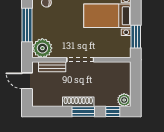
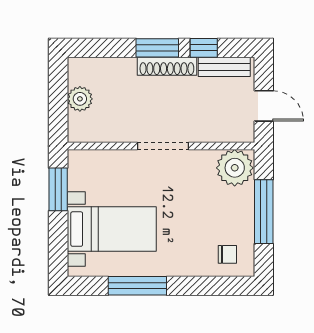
bench: (52, 67) -> (224, 67), moved
plant: (124, 100) -> (80, 99), moved
window: (113, 112) -> (204, 48), moved

